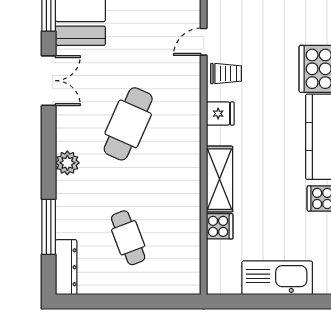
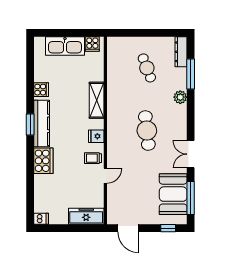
cafe table: (128, 124) -> (147, 131), turned -30
plant: (67, 163) -> (180, 97), moved
cooker: (220, 226) -> (92, 44), moved, turned -90

